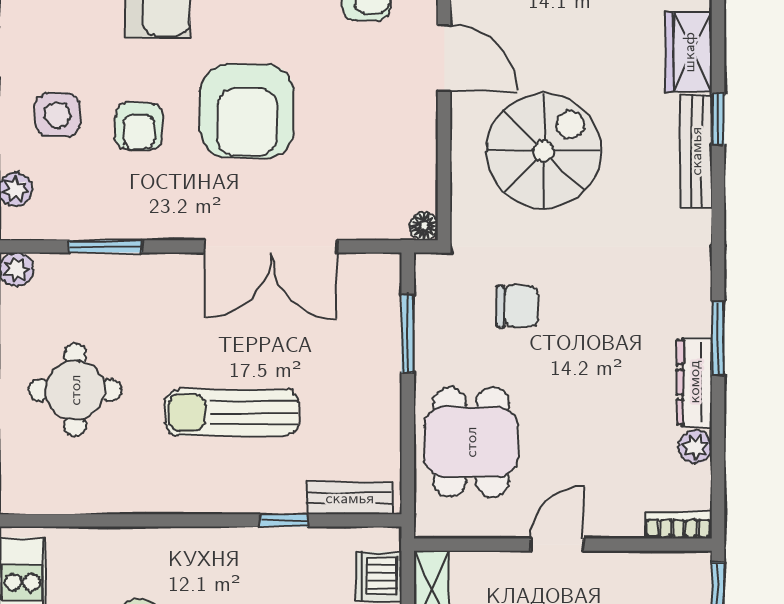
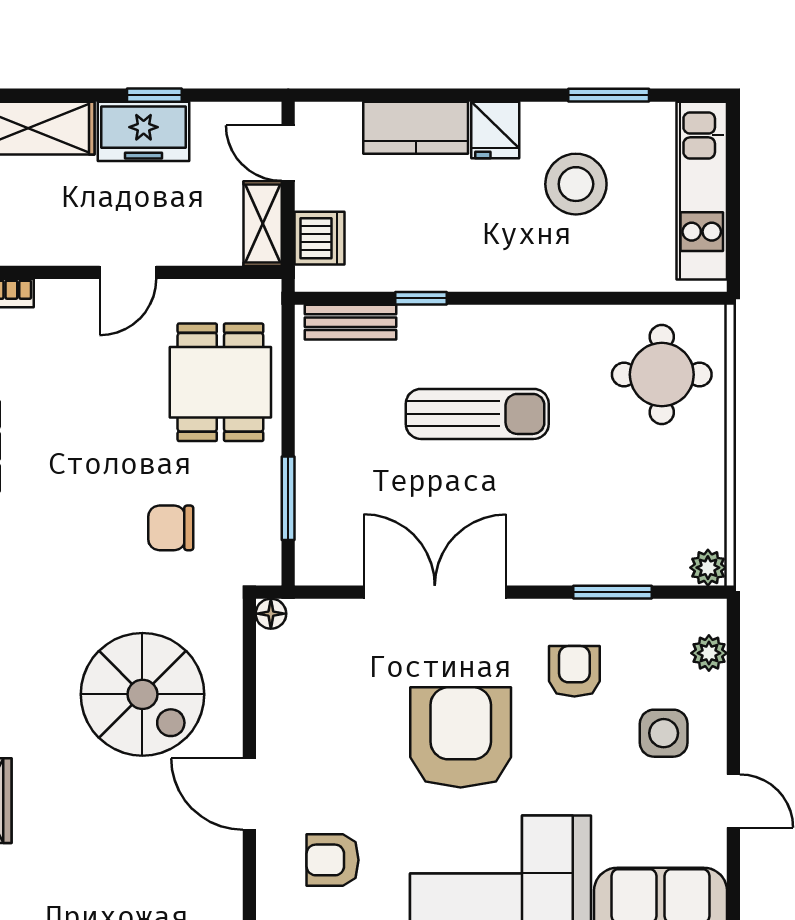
armchair: (139, 126) -> (574, 671), moved
spiral stairs: (544, 151) -> (142, 694), turned -90
round table: (75, 390) -> (662, 375), moved

